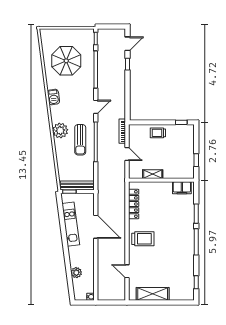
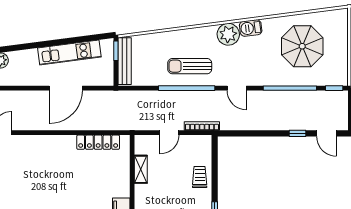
plant: (60, 131) -> (228, 34), moved
trolley: (143, 239) -> (49, 155), removed

